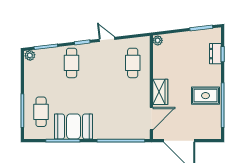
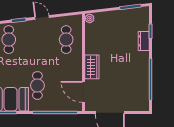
dresser: (215, 54) -> (144, 41), moved
rug: (206, 96) -> (134, 70), removed
cafe table: (102, 112) -> (37, 85), added
door: (151, 119) -> (84, 92), swing flipped

